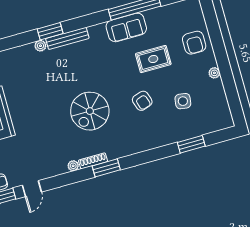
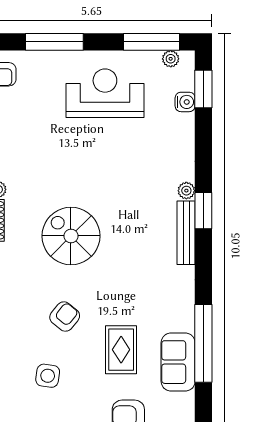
sofa: (126, 27) -> (178, 362), moved
armchair: (142, 101) -> (65, 317), turned 147

